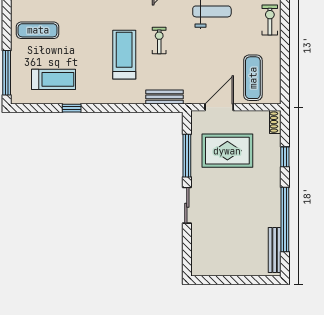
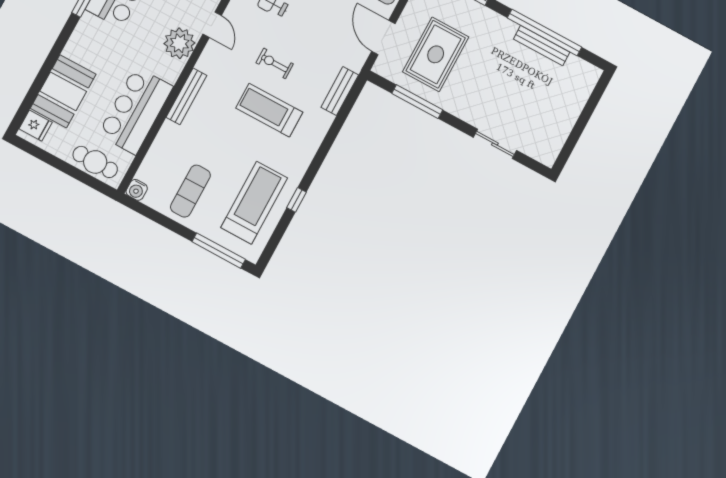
treadmill: (53, 79) -> (254, 203), width x1.37, depth x1.37
sliding door: (187, 205) -> (495, 144), moved
bench: (275, 250) -> (542, 46), moved

